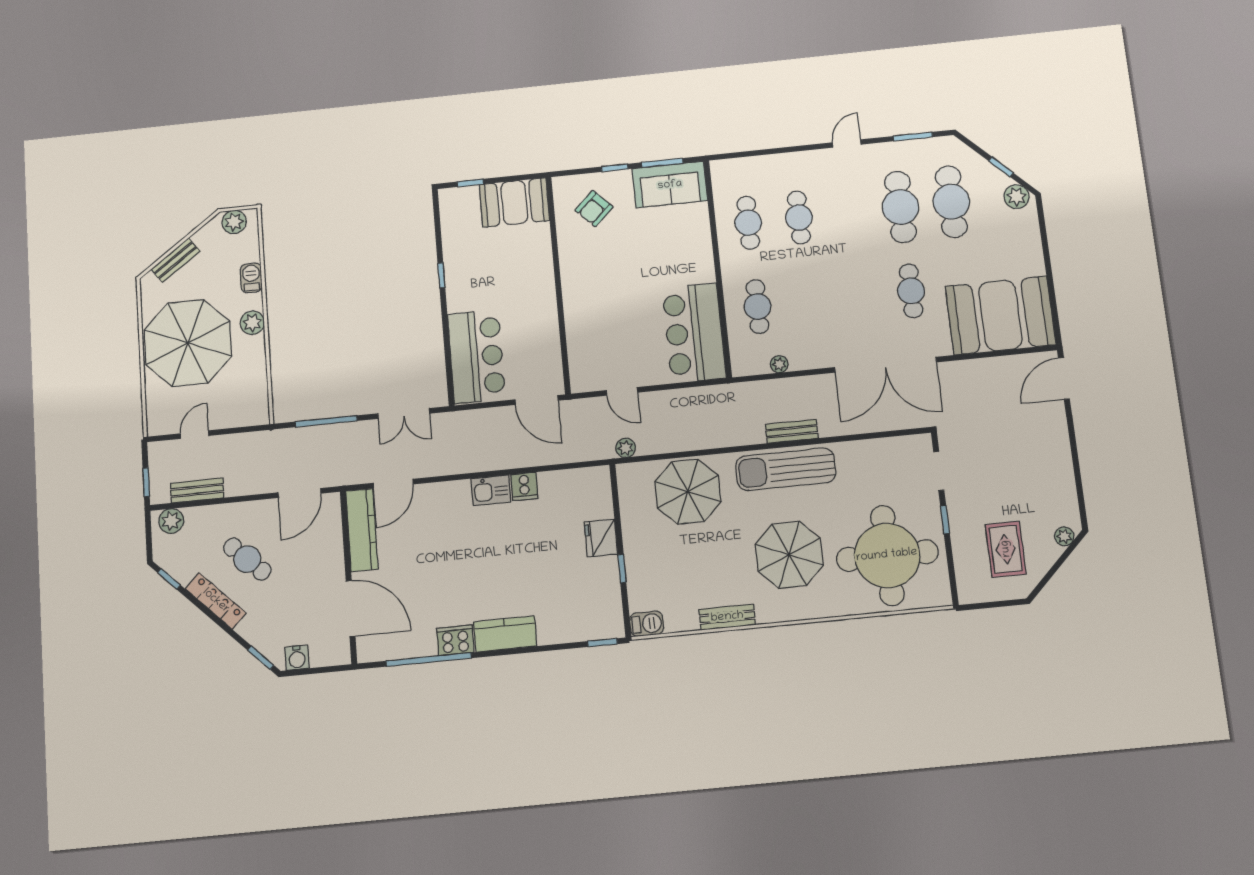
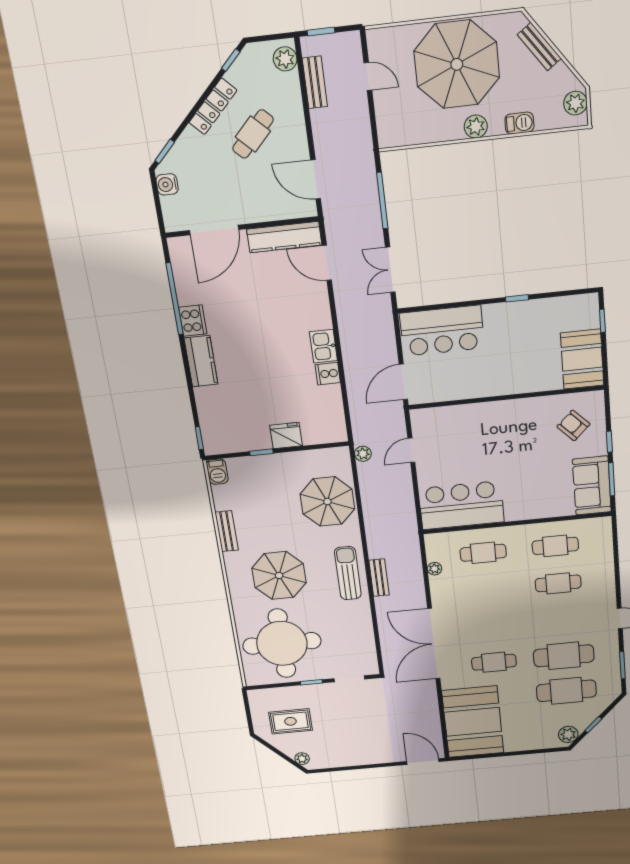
sun lounger: (786, 469) -> (348, 573), width x0.73, depth x0.75

